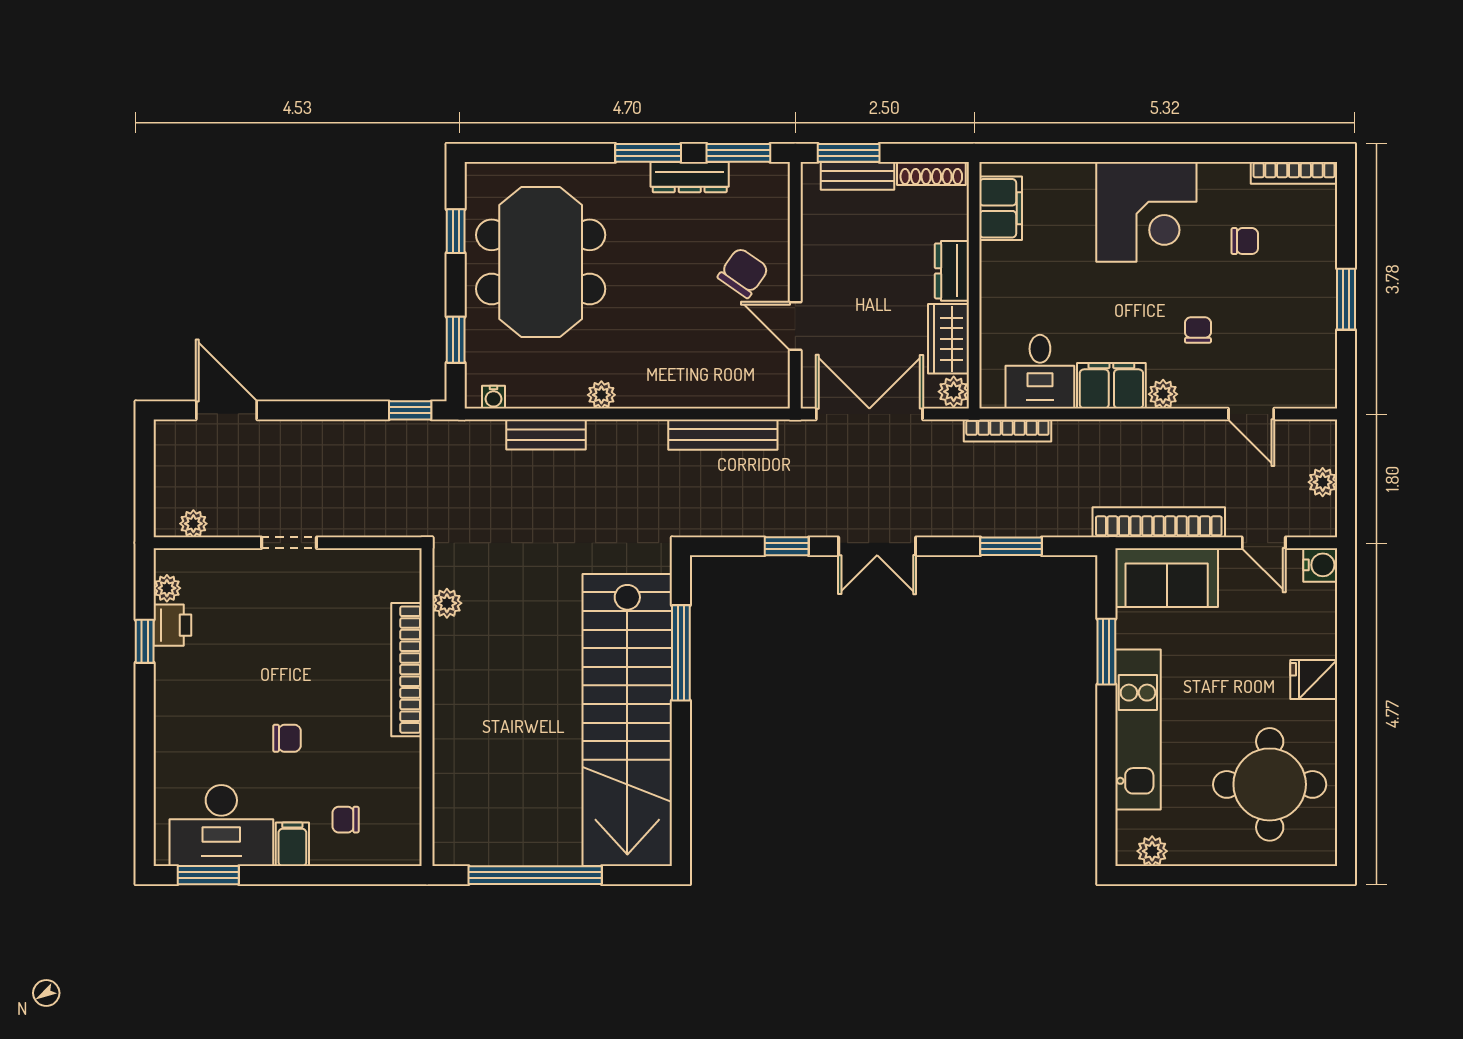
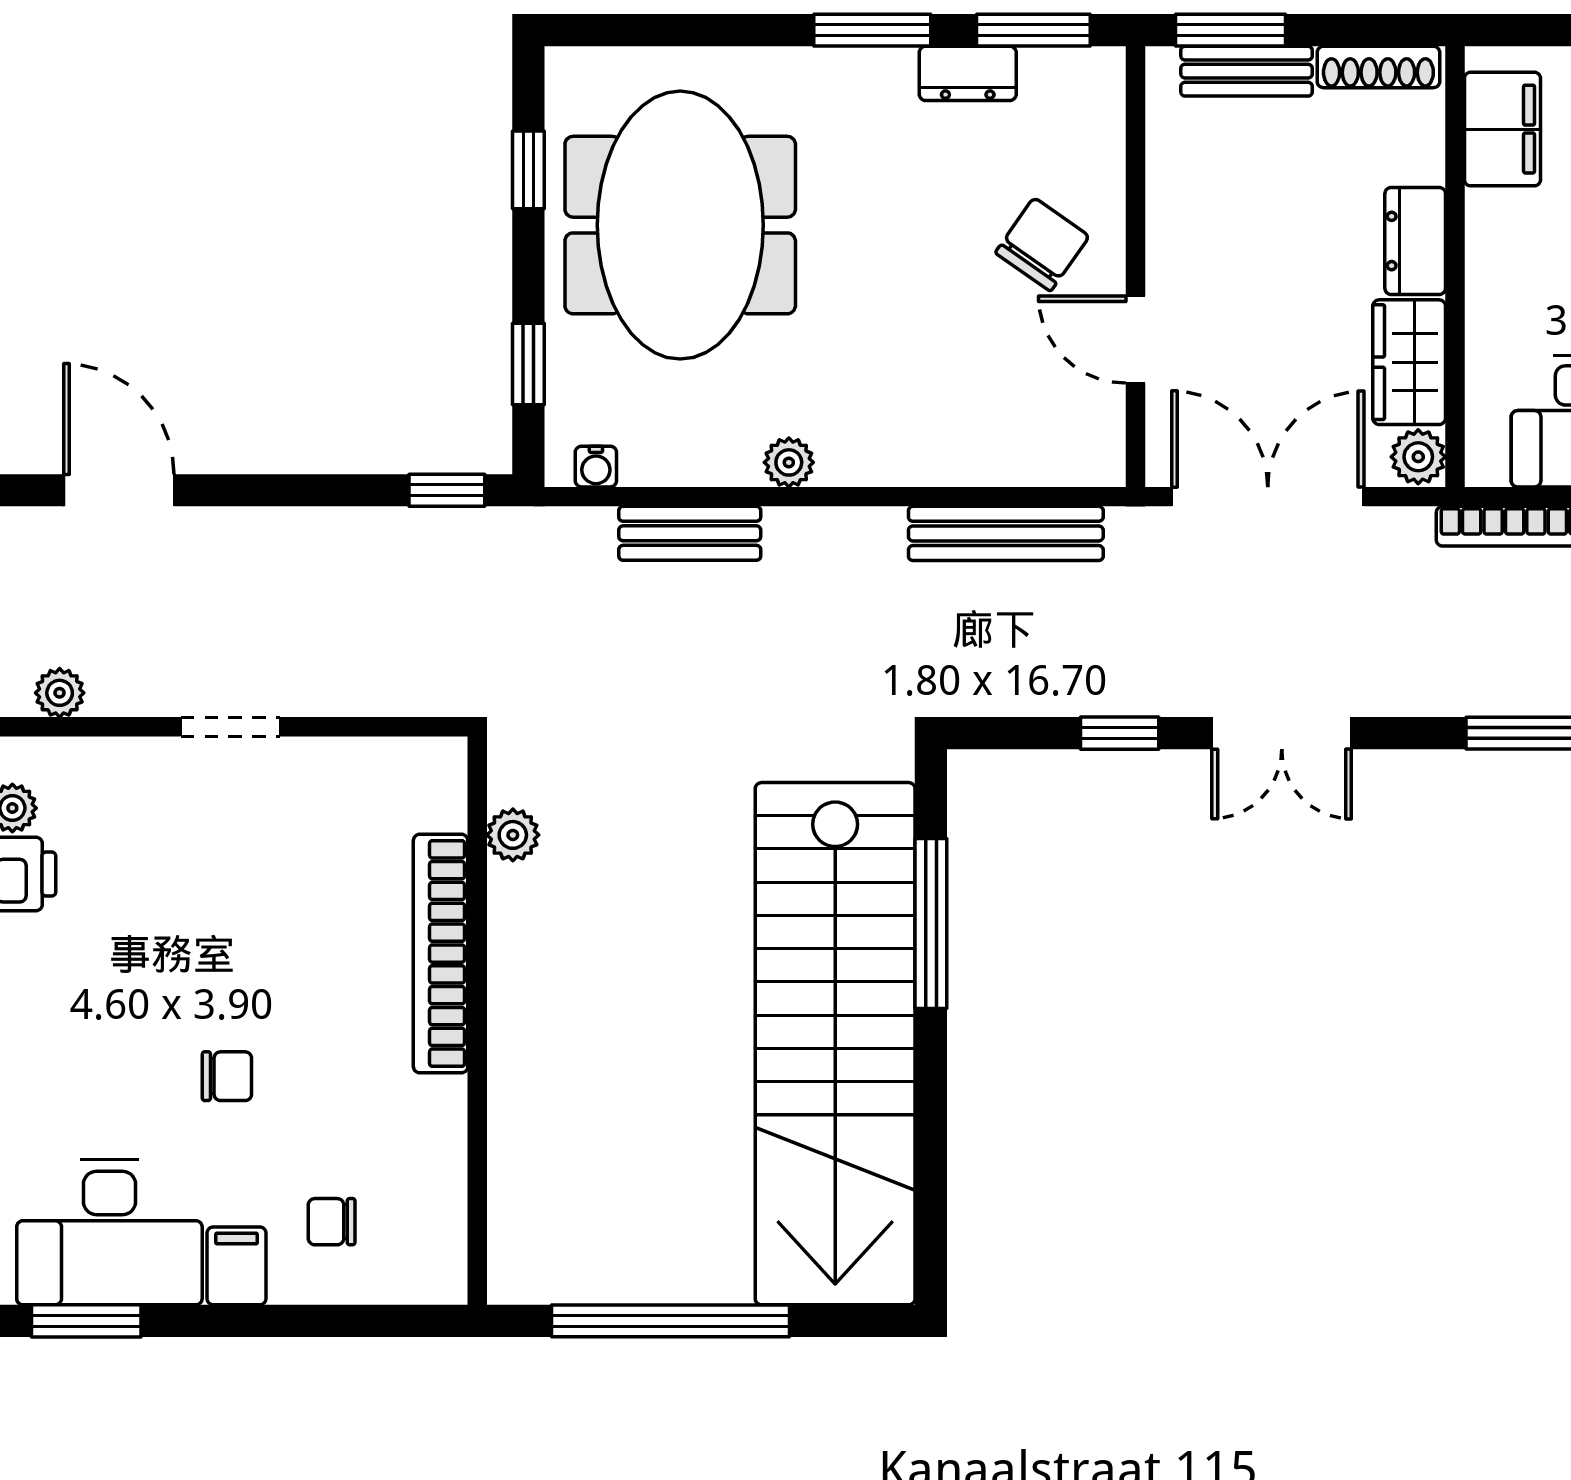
dresser: (690, 177) -> (968, 73), width x0.70

